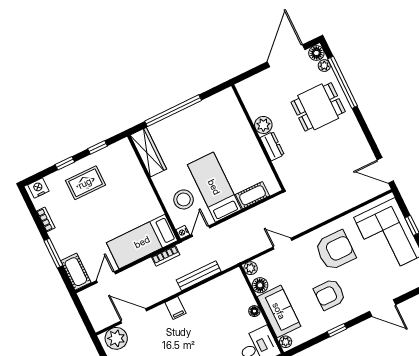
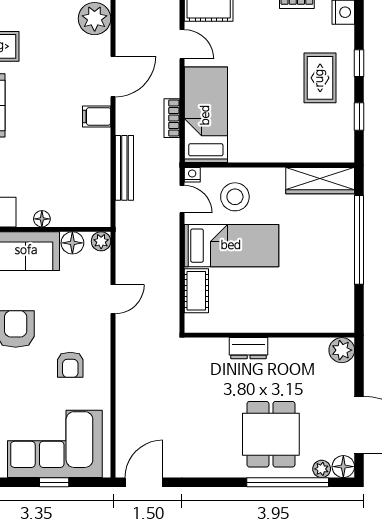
plant: (263, 125) -> (342, 350), moved
armchair: (335, 250) -> (70, 365), width x0.53, depth x0.53
bookcase: (166, 256) -> (172, 118), moved
door: (134, 316) -> (113, 77), moved

